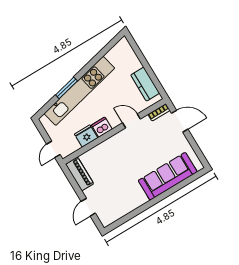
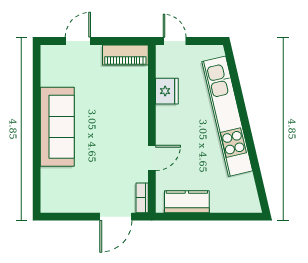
window: (66, 88) -> (240, 103), removed
dishwasher: (102, 127) -> (166, 117), removed
sofa: (168, 176) -> (57, 127), moved
door: (88, 207) -> (78, 41), hinge flipped

